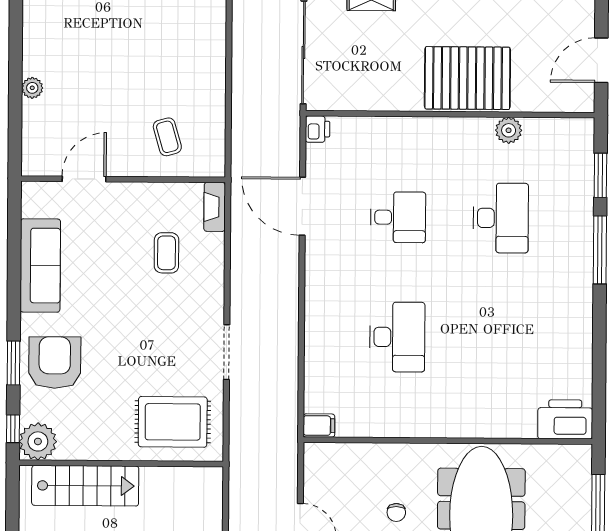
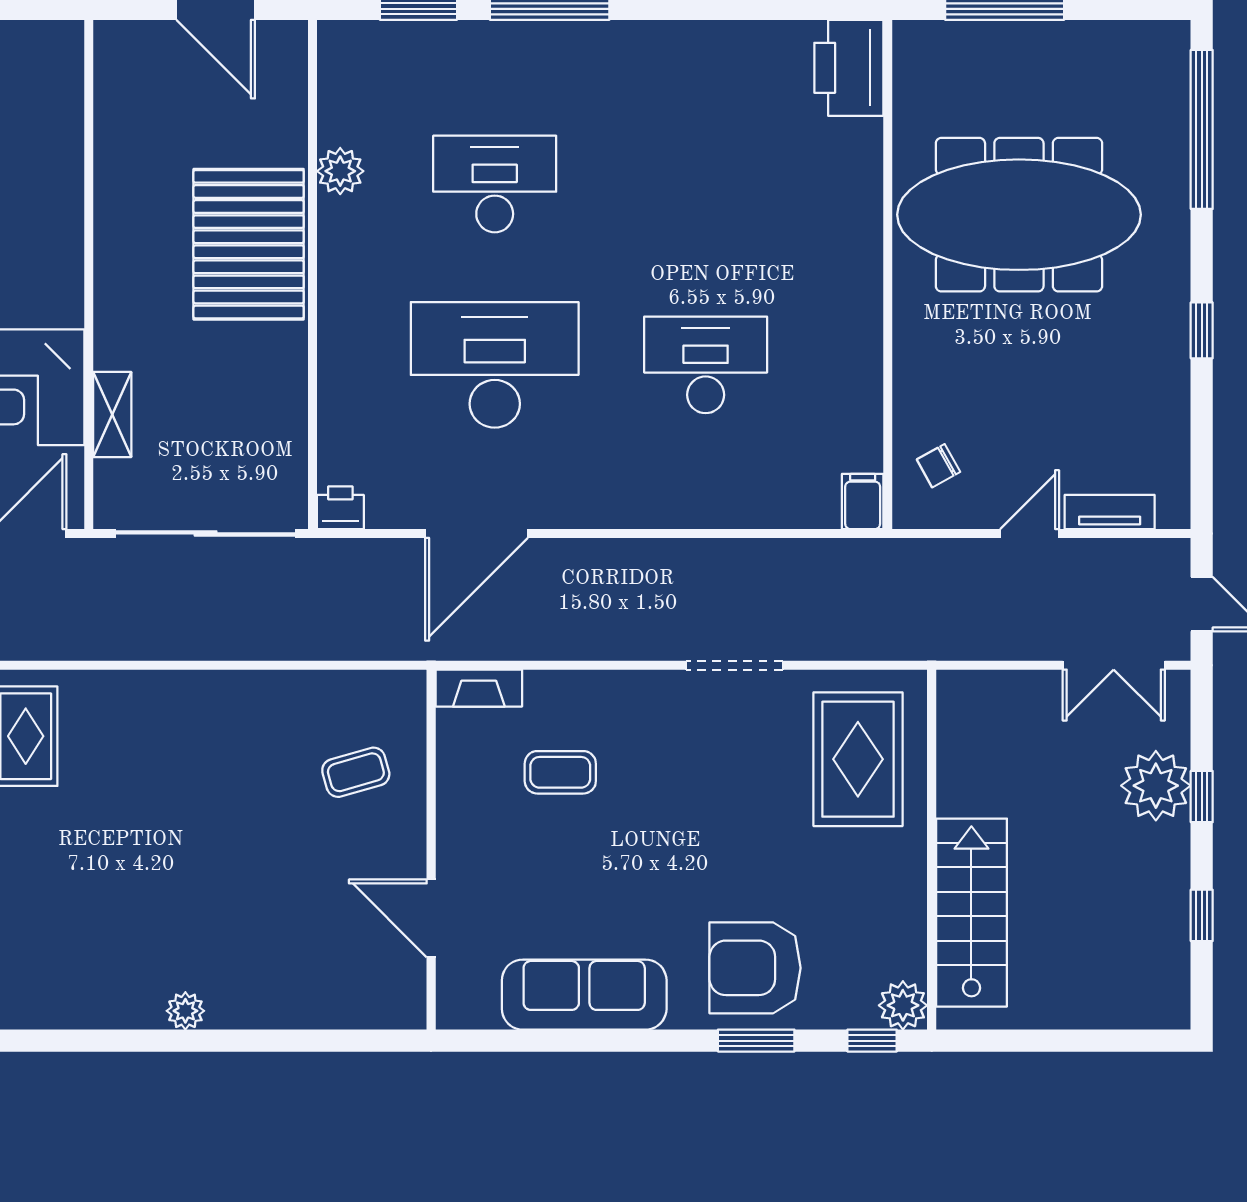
plant: (32, 88) -> (185, 1011), moved
desk: (398, 217) -> (495, 365), width x1.87, depth x1.30
plant: (38, 441) -> (903, 1005), width x0.73, depth x0.73
chair: (396, 512) -> (938, 466), moved, turned 151

